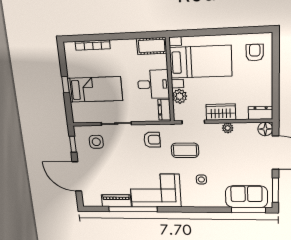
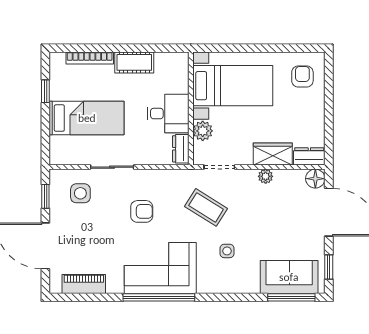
cot: (152, 46) -> (134, 62), moved
window: (66, 85) -> (45, 91), moved
wardrobe: (221, 112) -> (273, 154), moved
armchair: (152, 140) -> (142, 211), moved
coffee table: (185, 150) -> (206, 207), turned 32
window: (275, 190) -> (329, 267), width x0.67
piano: (116, 201) -> (84, 284), moved
window: (133, 209) -> (159, 297), moved

